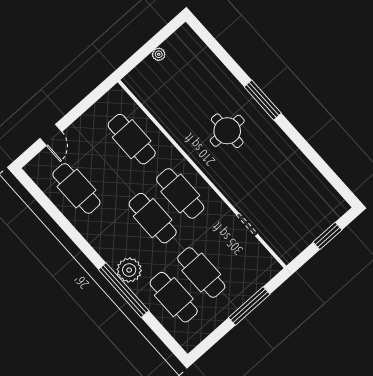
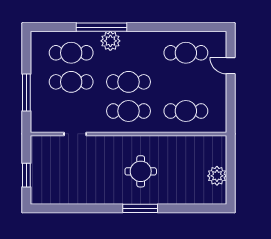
plant: (159, 54) -> (217, 176), width x1.88, depth x1.88

